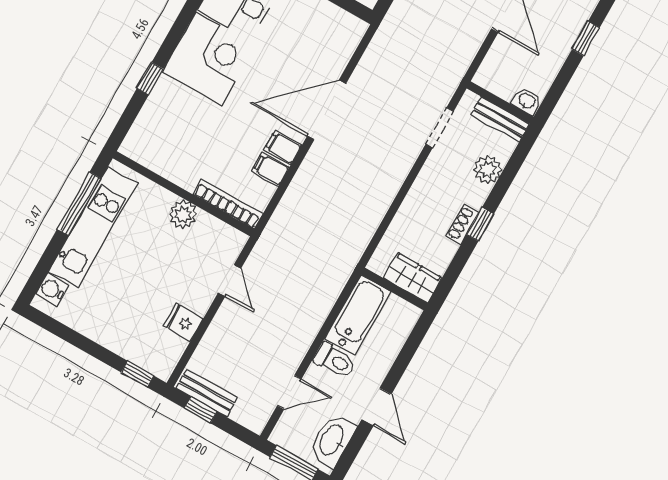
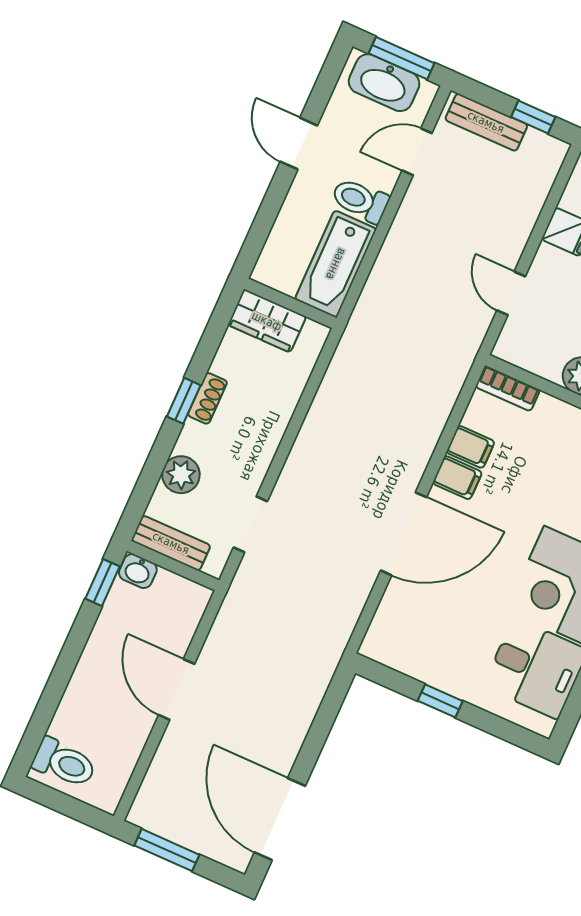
window: (586, 38) -> (102, 583), moved
bookcase: (228, 204) -> (508, 388), width x0.64
bench: (207, 393) -> (486, 122), moved
washbasin: (332, 440) -> (384, 83), moved, turned 90

